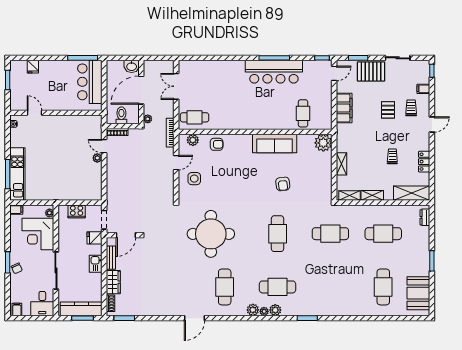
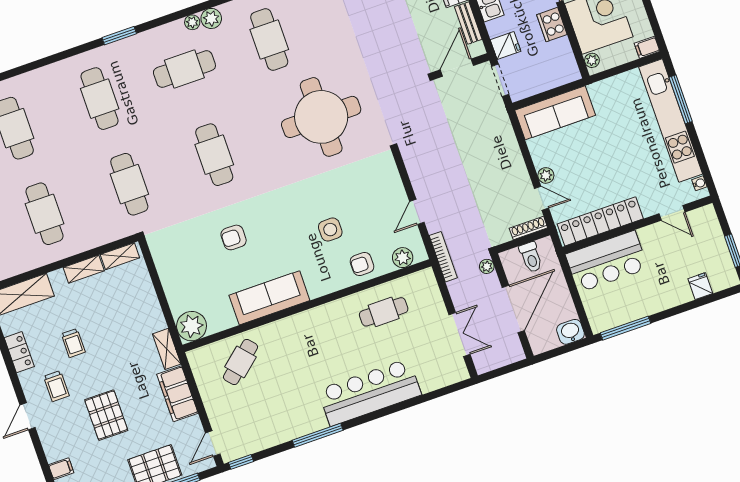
washbasin: (132, 66) -> (570, 332), moved
bar counter: (274, 72) -> (370, 392), moved
bar counter: (90, 82) -> (607, 261), moved, turned 90
trolley: (411, 108) -> (56, 386), moved
pallet: (388, 110) -> (106, 415), width x1.50, depth x1.42
cafe table: (303, 113) -> (241, 362), turned 49
cafe table: (195, 117) -> (384, 312), moved
locker: (76, 122) -> (600, 221), added
shelving: (342, 164) -> (167, 349), moved
kitchen unit: (17, 174) -> (671, 121), width x1.36
side table: (194, 179) -> (330, 230), moved
armchair: (283, 184) -> (234, 237), turned -82
sofa: (80, 191) -> (555, 113), added
cooker: (77, 211) -> (552, 25), moved, turned -90
cafe table: (330, 234) -> (129, 184), turned 90
cafe table: (383, 234) -> (44, 214), turned 90
cafe table: (330, 287) -> (100, 99), added
plant: (275, 310) -> (175, 31), removed

